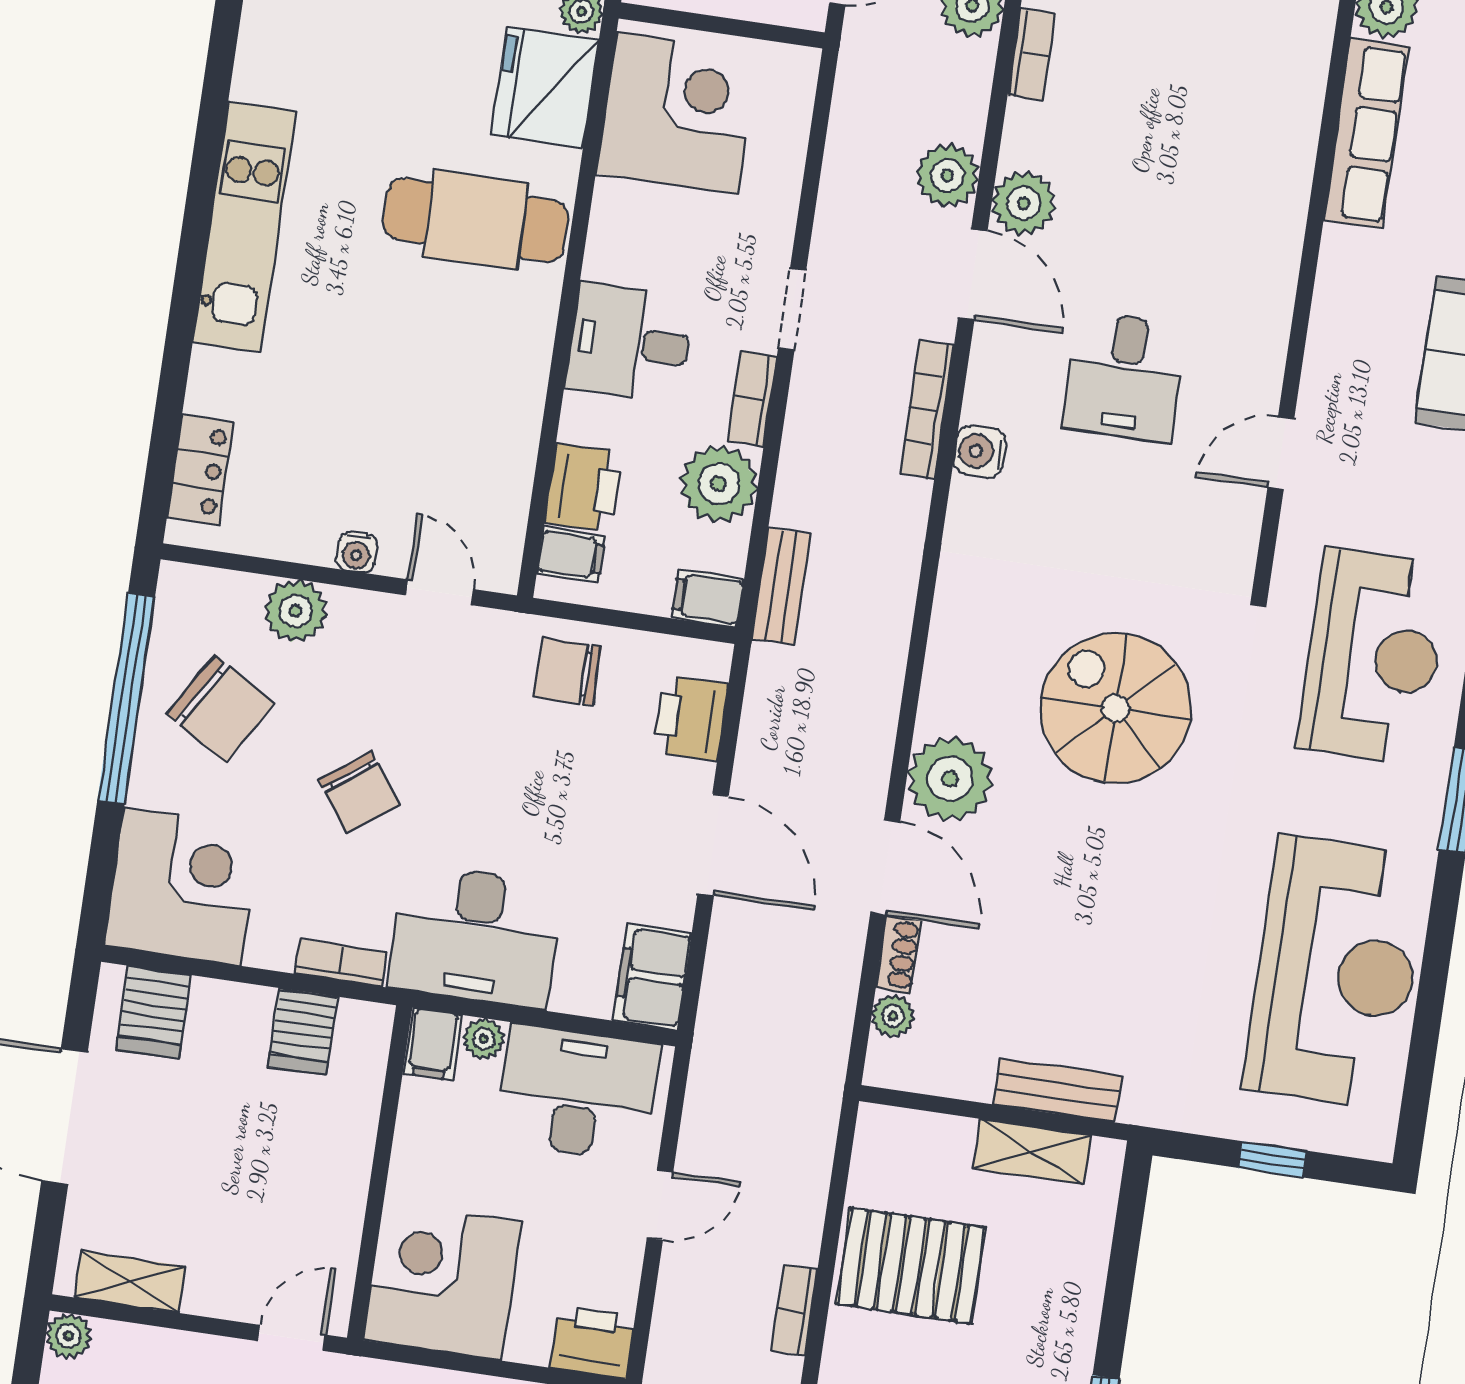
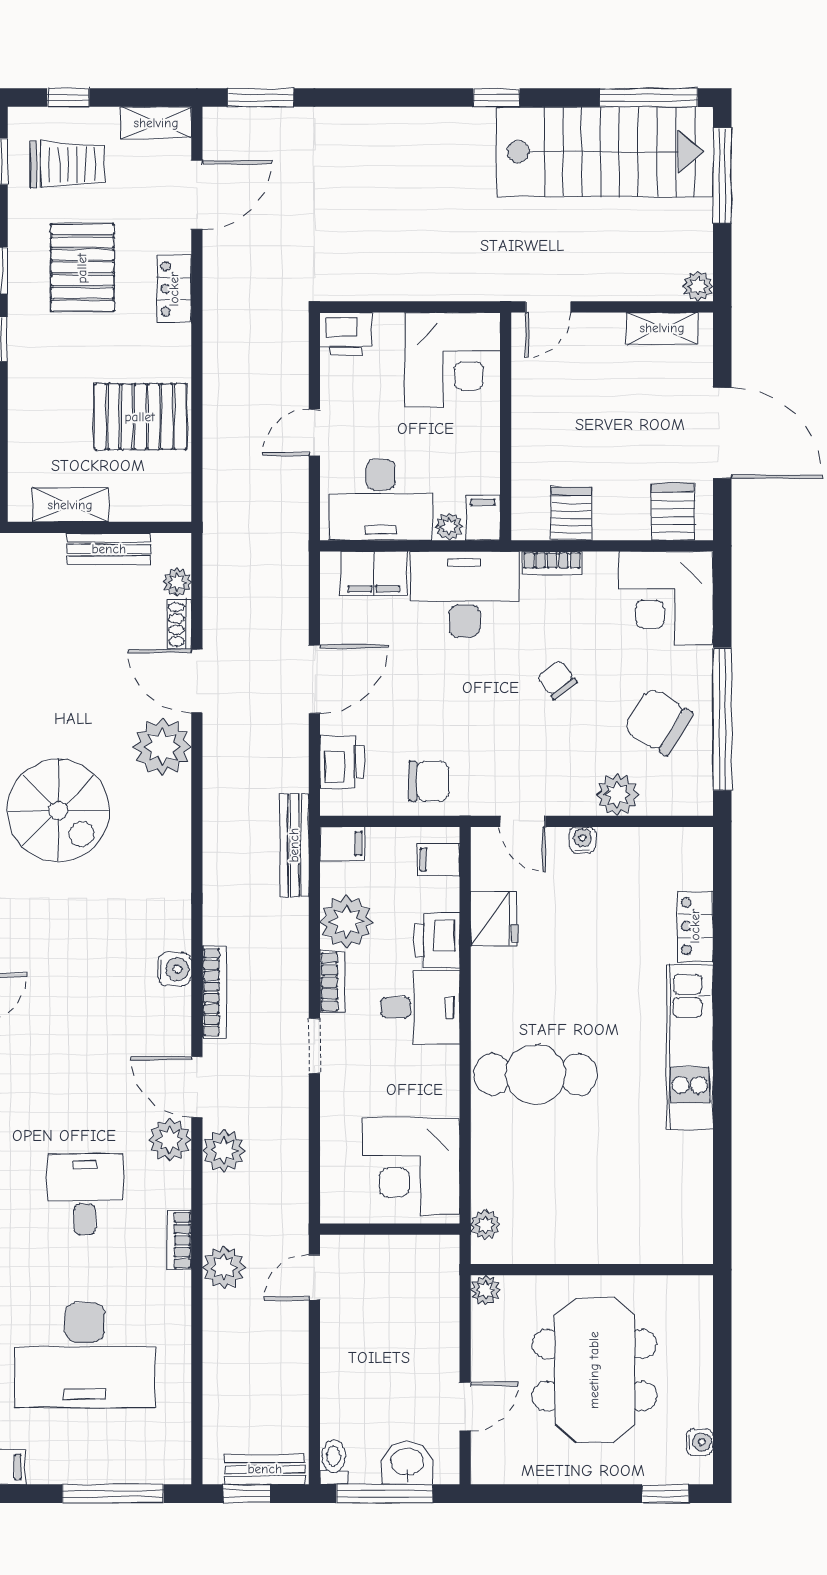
fridge: (545, 88) -> (494, 919), moved, width x0.73, depth x0.75
desk: (1125, 377) -> (85, 1194), moved
locker: (200, 470) -> (695, 926), moved
printer: (583, 488) -> (437, 941), moved
bench: (781, 586) -> (294, 845), width x1.36
chair: (359, 792) -> (557, 680), width x0.73, depth x0.73
door: (713, 845) -> (314, 679), swing flipped
filing cabinet: (652, 977) -> (374, 573), moved, turned 90
bench: (1057, 1090) -> (109, 549), moved
bookcase: (794, 1310) -> (214, 375), removed

